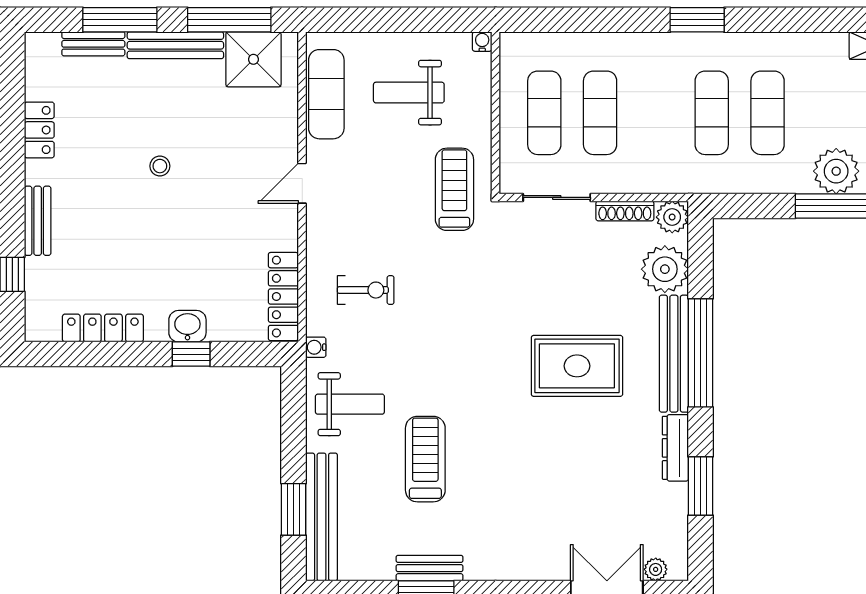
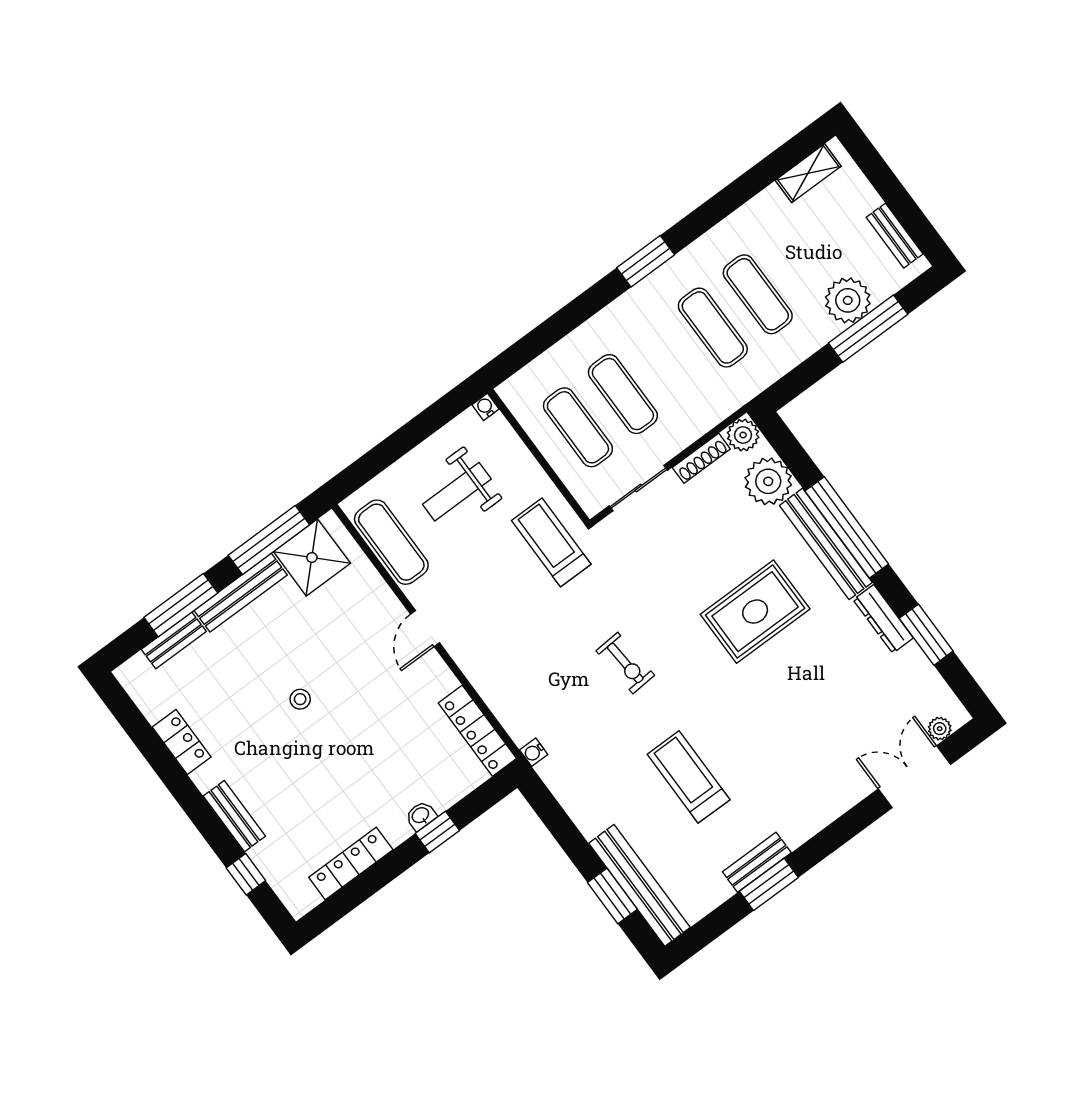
exercise bike: (366, 290) -> (625, 663), moved, turned 86
washbasin: (187, 326) -> (421, 816), width x0.72, depth x0.69
weight bench: (350, 404) -> (595, 778), removed

